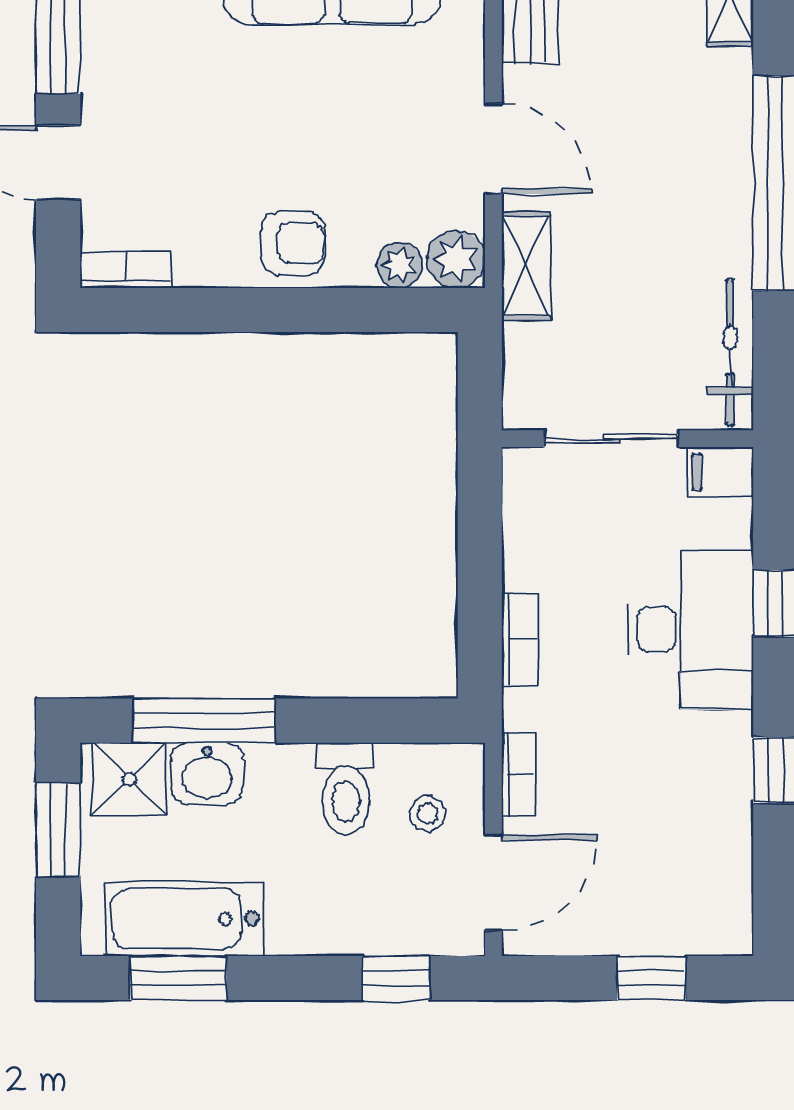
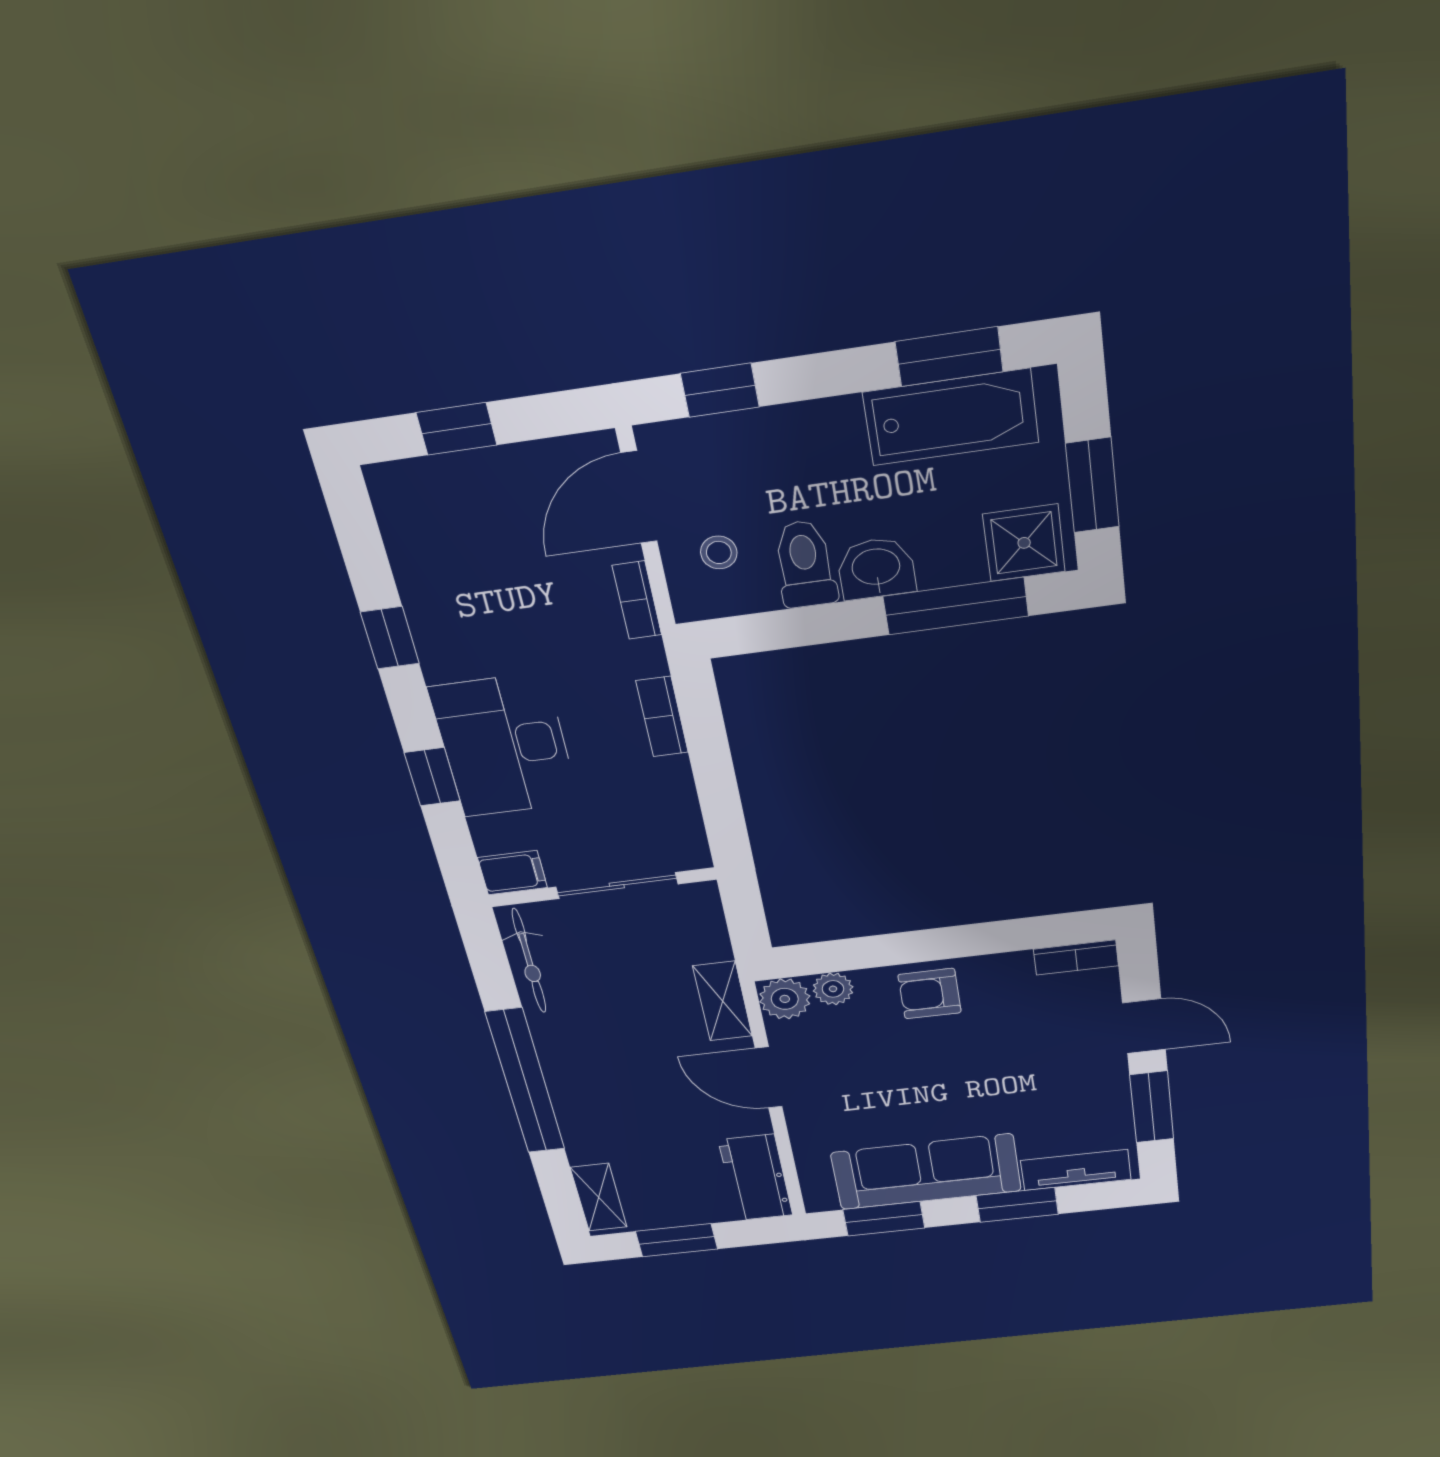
washbasin: (207, 774) -> (876, 568), moved

